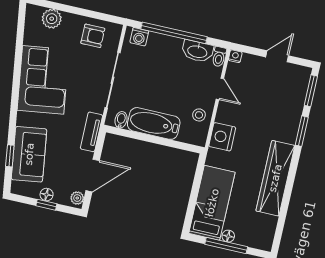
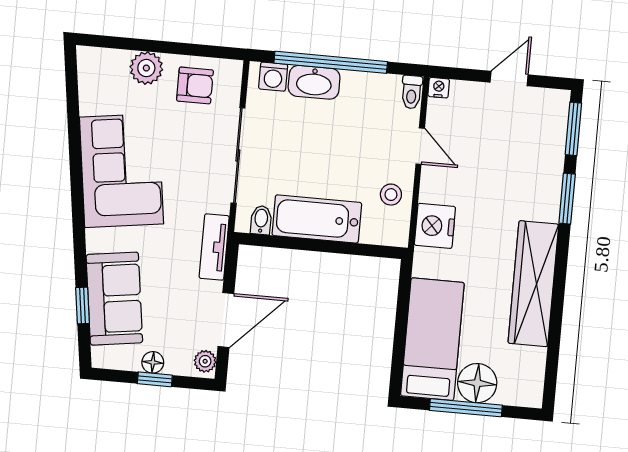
plant: (52, 19) -> (146, 68), moved
washbasin: (197, 51) -> (314, 82), moved
floor lamp: (228, 236) -> (477, 383), width x1.89, depth x1.89

